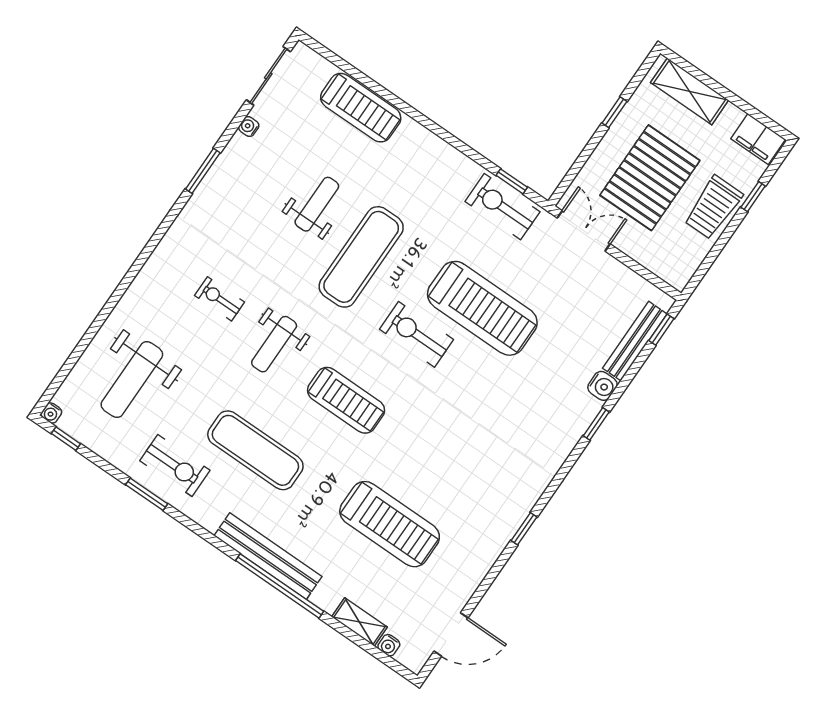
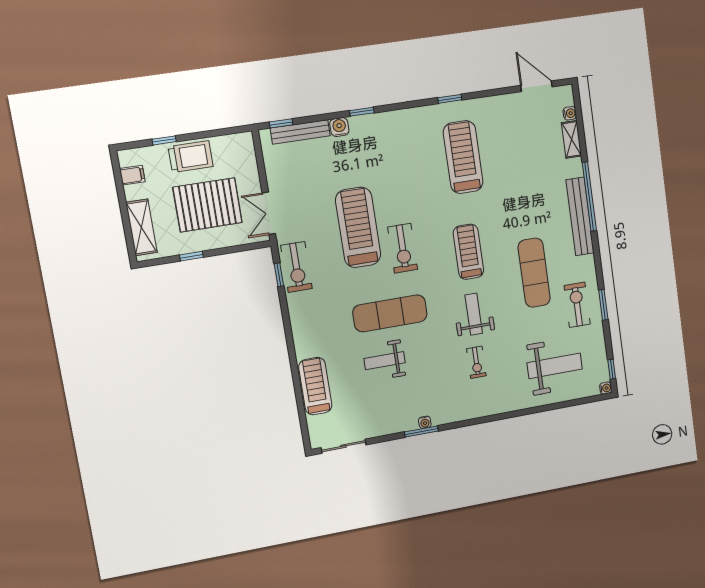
water cooler: (249, 126) -> (425, 422), moved
filing cabinet: (758, 139) -> (132, 175), width x0.50
weight bench: (274, 344) -> (474, 314), turned -90
treadmill: (390, 524) -> (463, 157), moved

